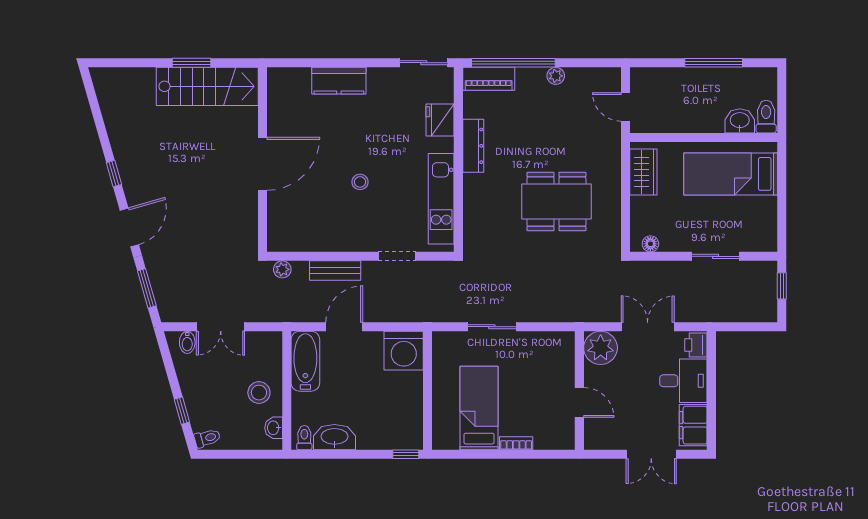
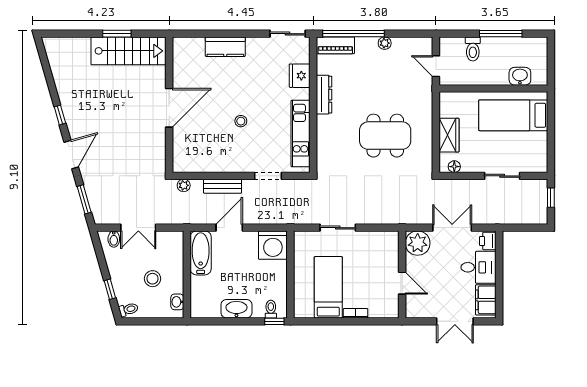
toilet: (766, 117) -> (473, 49), moved, turned 180
wardrobe: (643, 172) -> (449, 135), moved
stool: (259, 393) -> (153, 279), moved
washbasin: (334, 437) -> (236, 309), moved
toilet: (304, 438) -> (271, 309), moved

